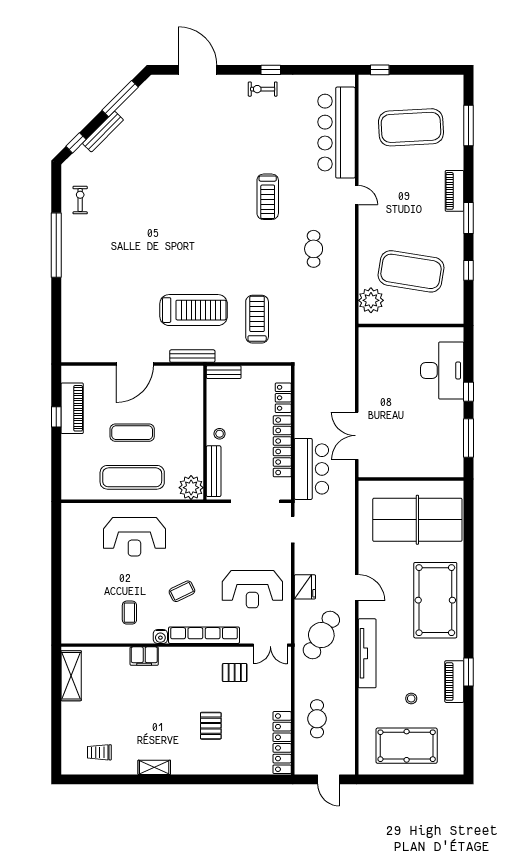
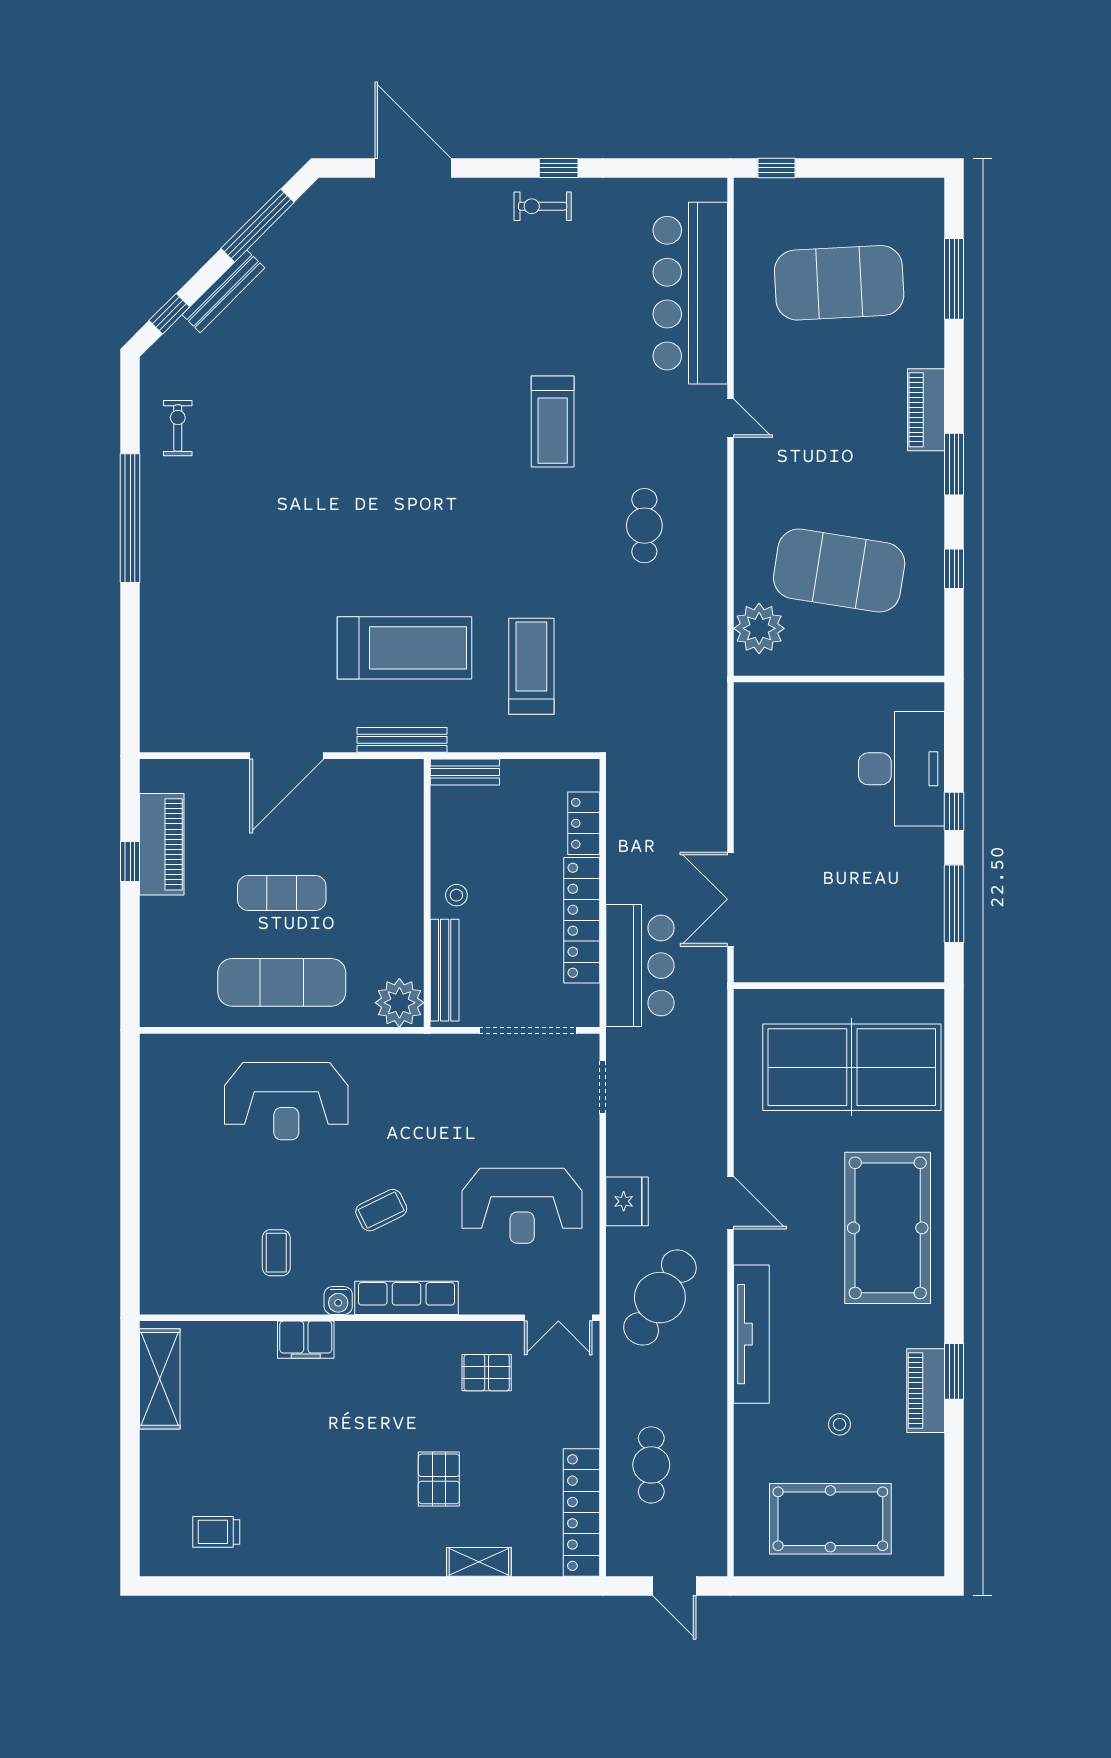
row of seats: (204, 635) -> (406, 1298), width x0.73
shelving: (154, 767) -> (479, 1562), moved

